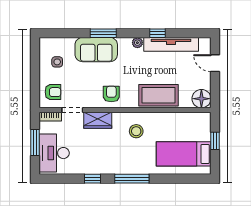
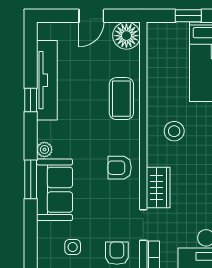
plant: (137, 43) -> (44, 150), moved
door: (215, 63) -> (91, 16), moved
coffee table: (158, 95) -> (121, 99), width x0.73, depth x0.76

